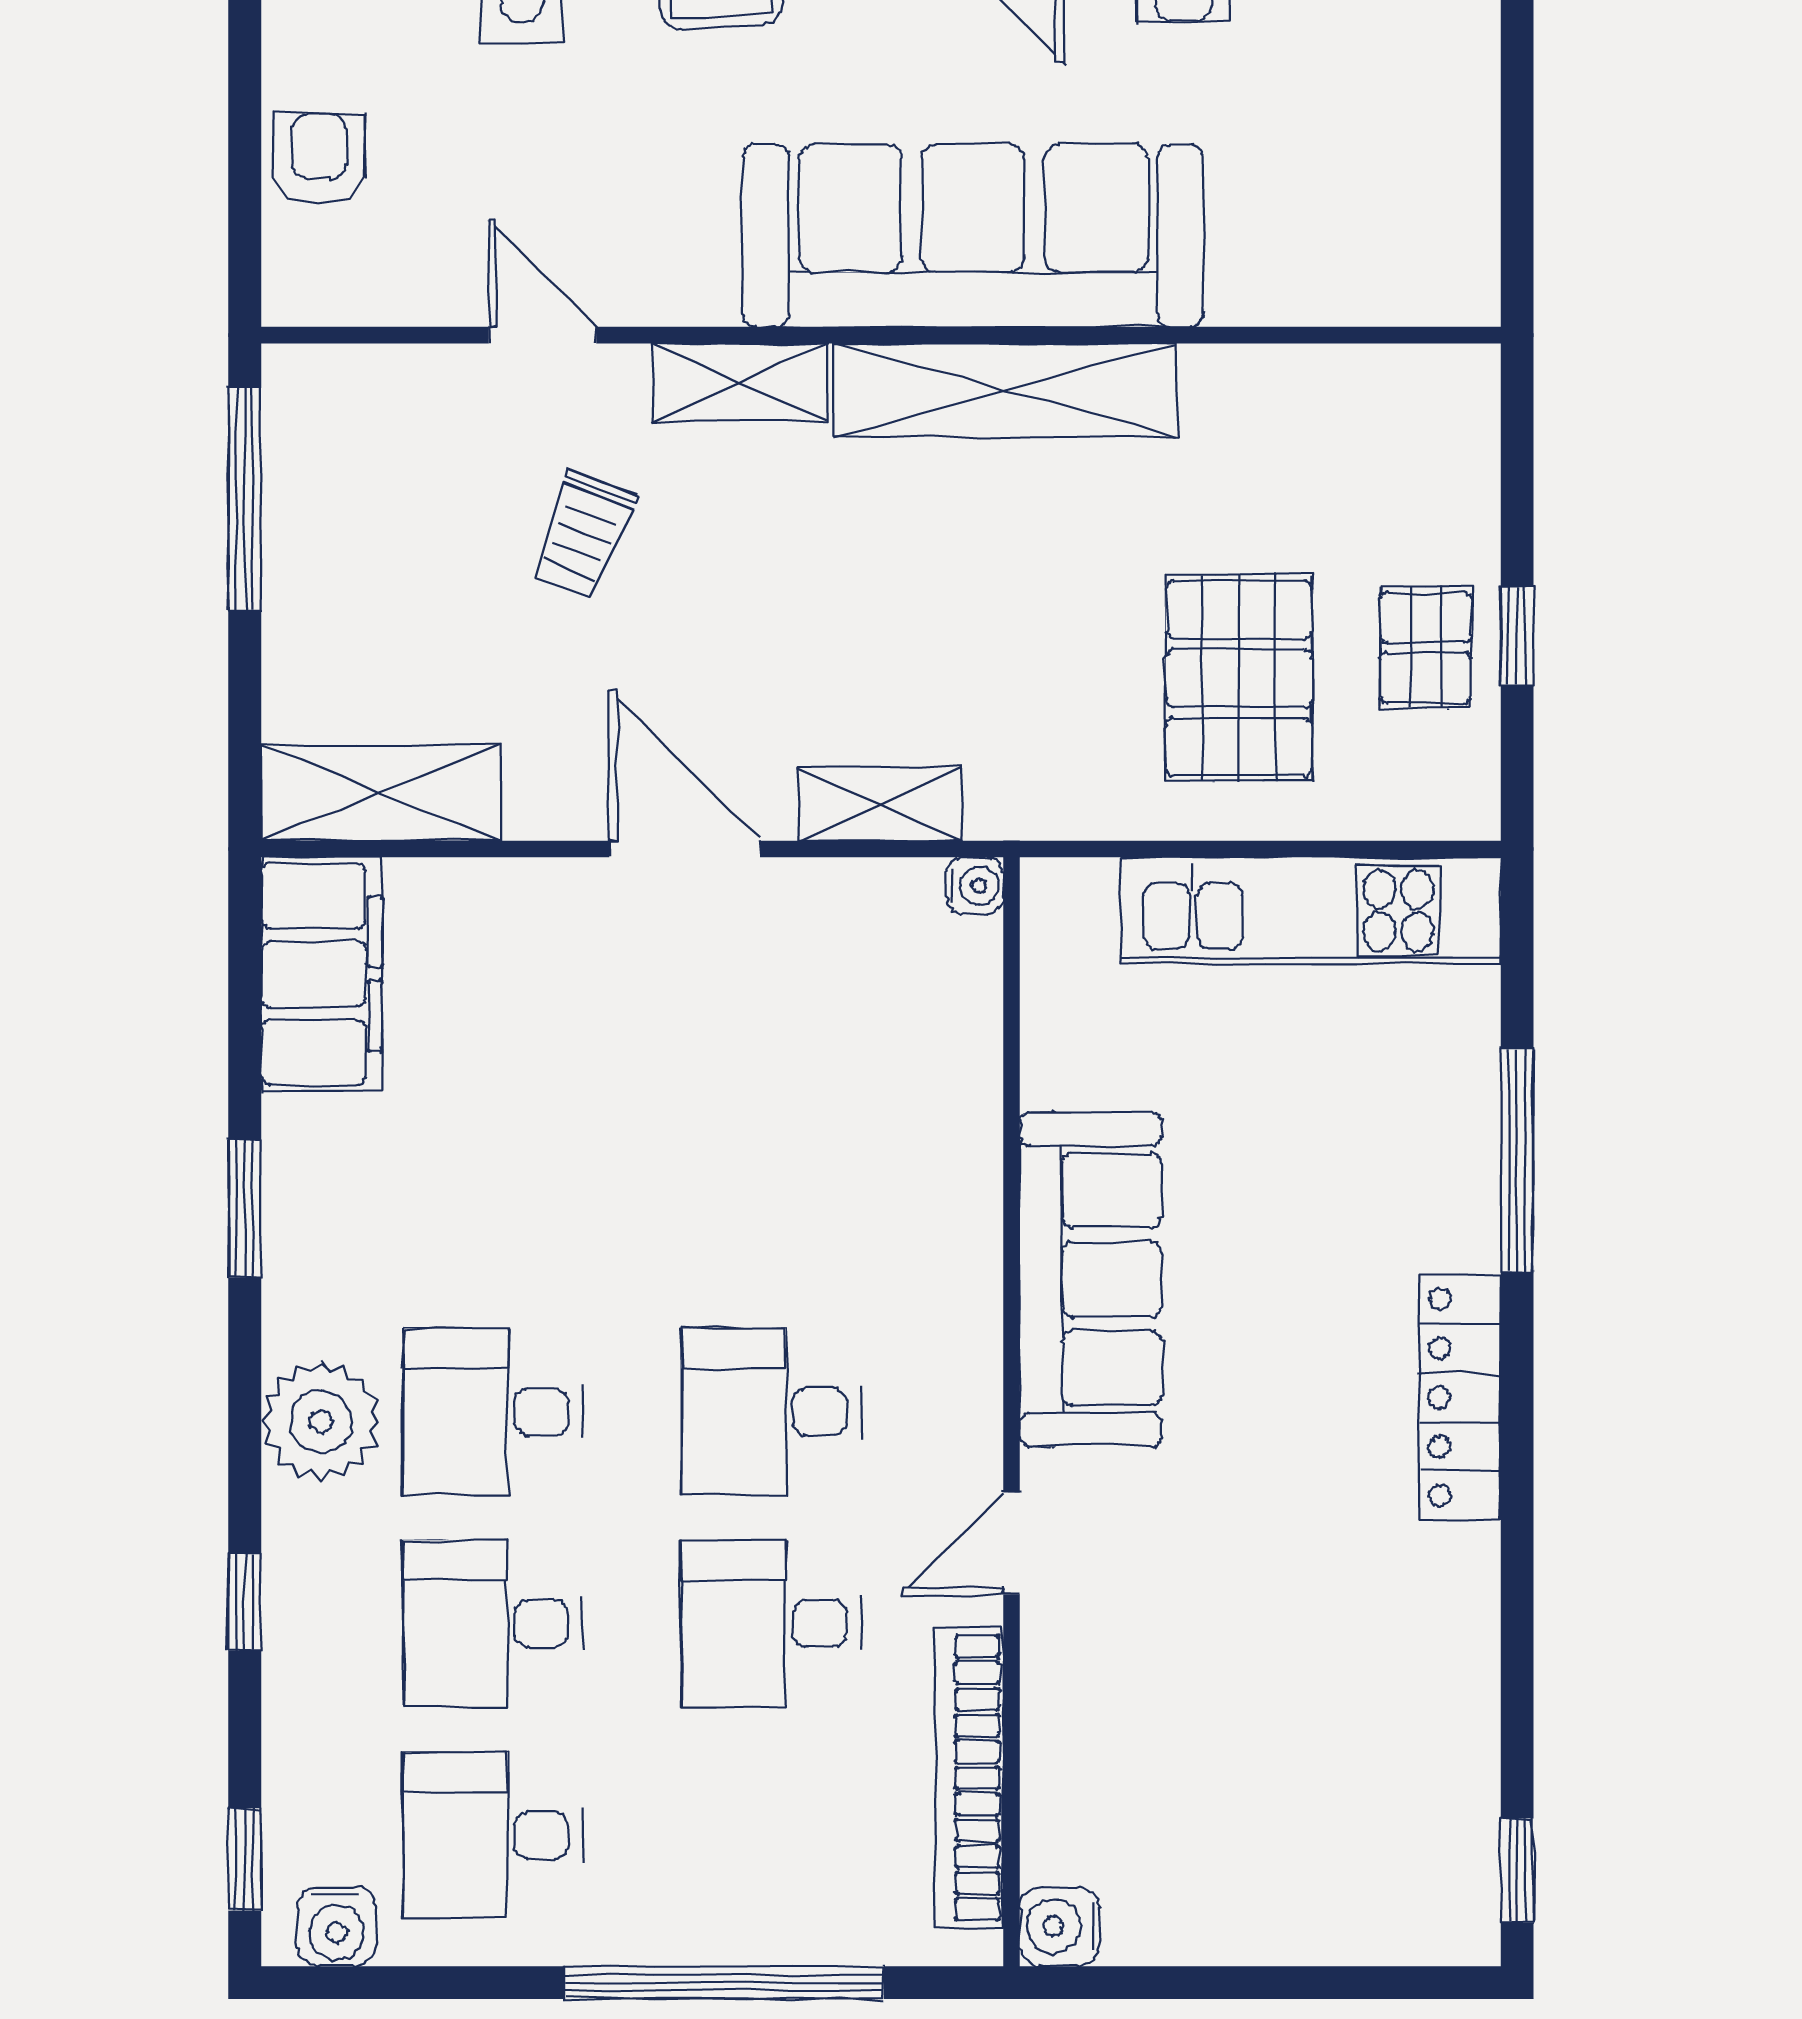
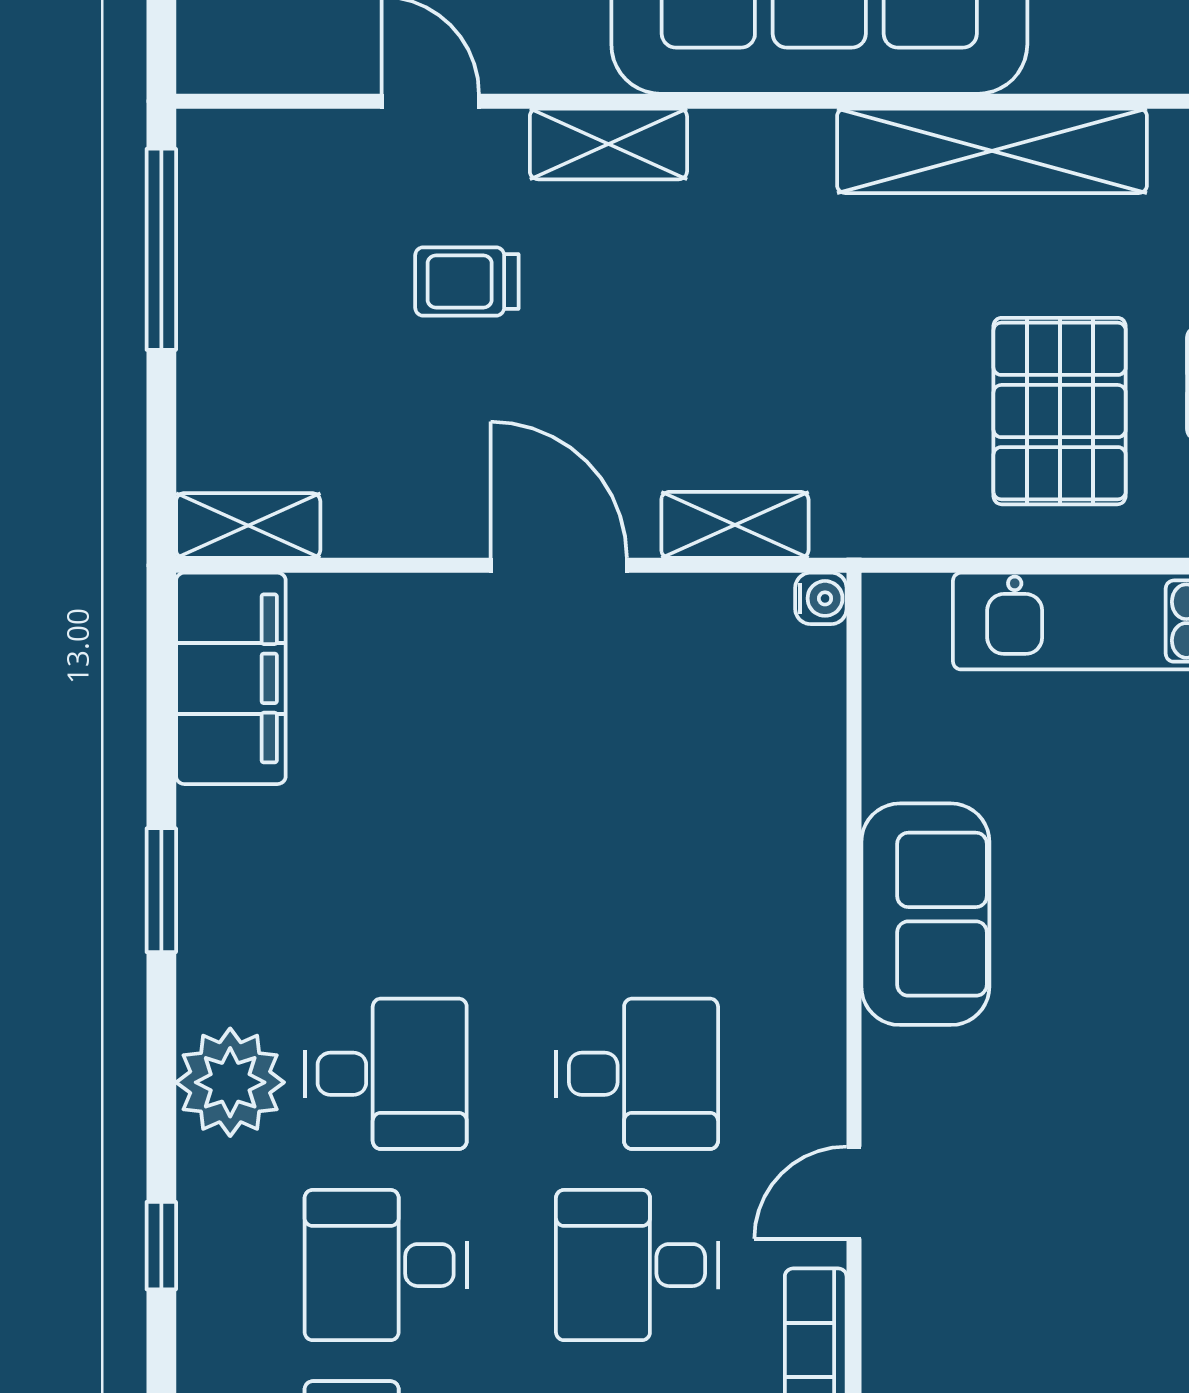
shelving: (1005, 390) -> (992, 151), moved
trolley: (583, 535) -> (467, 282), turned 69
shelving: (381, 793) -> (248, 526), width x0.67, depth x0.75
sofa: (1090, 1279) -> (925, 914), width x0.73
desk: (493, 1412) -> (386, 1074), turned 180
desk: (771, 1412) -> (637, 1074), turned 180

